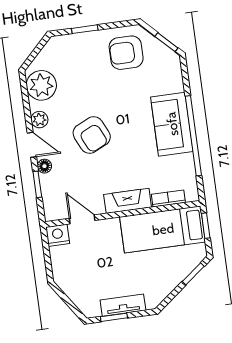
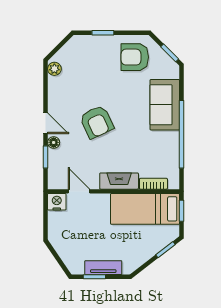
plant: (41, 85) -> (54, 69), width x0.53, depth x0.53
plant: (39, 120) -> (55, 103), removed
sofa: (172, 124) -> (165, 105), moved

